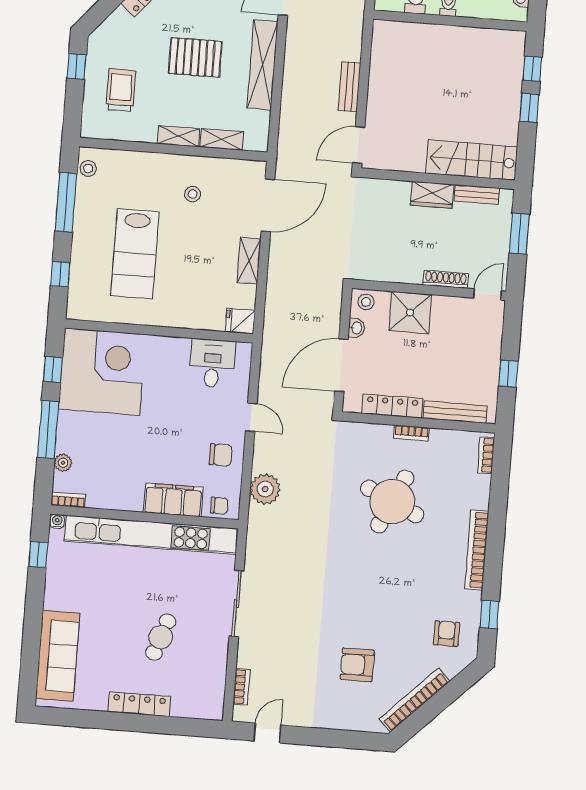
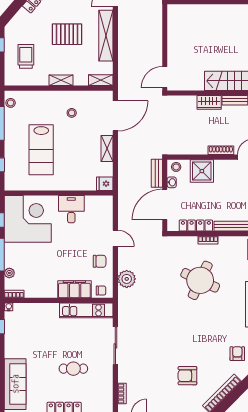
bench: (349, 87) -> (157, 173), moved
shelving: (222, 139) -> (101, 80), moved
desk: (212, 363) -> (71, 209), moved
kitchen unit: (151, 535) -> (86, 310), width x0.54
cafe table: (161, 637) -> (73, 369), turned 71

